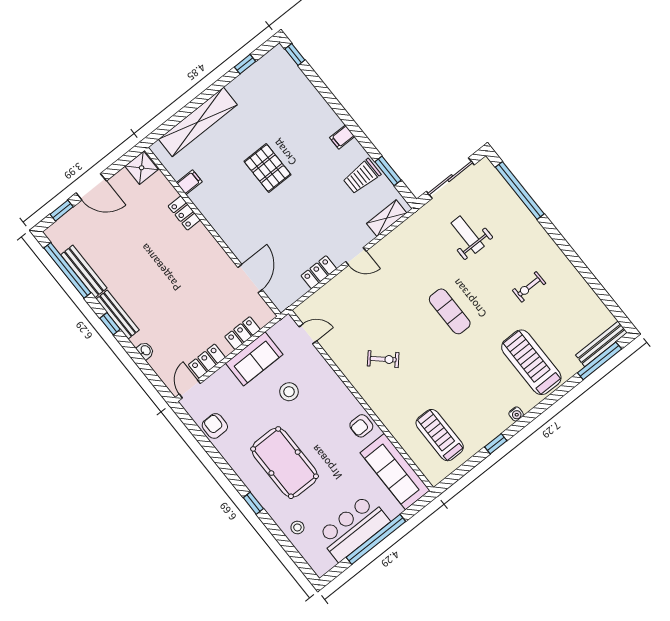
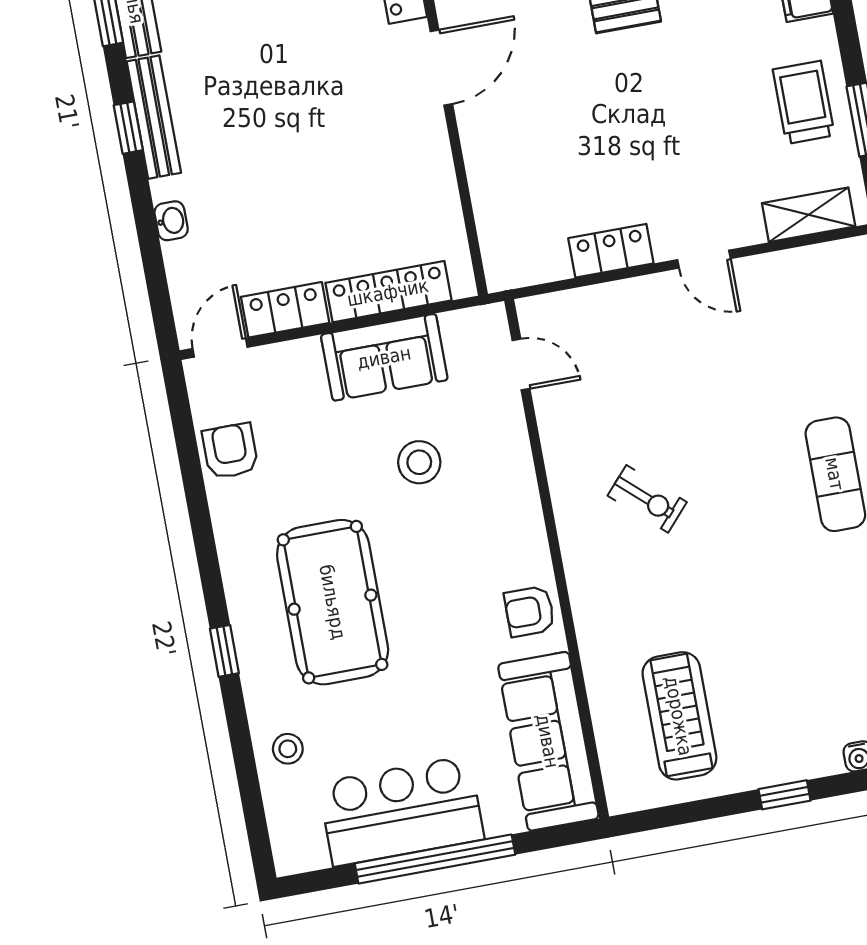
trolley: (362, 176) -> (804, 102), turned 90
door: (250, 278) -> (441, 68), moved
locker: (243, 333) -> (388, 292), width x1.53

